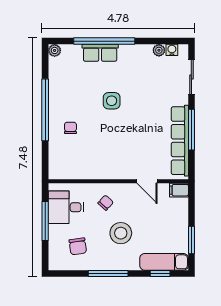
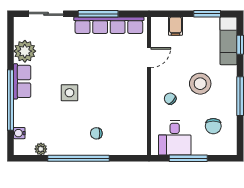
plant: (55, 50) -> (41, 149), moved
plant: (159, 50) -> (25, 51), width x1.88, depth x1.88
water cooler: (172, 50) -> (19, 133), moved
row of seats: (100, 53) -> (22, 81), moved
filing cabinet: (179, 190) -> (175, 26), moved
chair: (78, 246) -> (213, 126), turned 98

